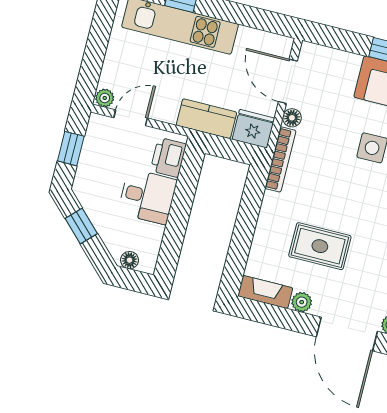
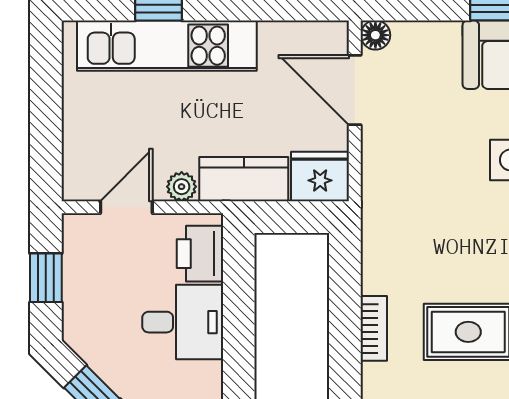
plant: (105, 98) -> (182, 187), moved
floor lamp: (292, 118) -> (375, 35), moved
bookcase: (280, 159) -> (374, 328), moved, width x0.64

